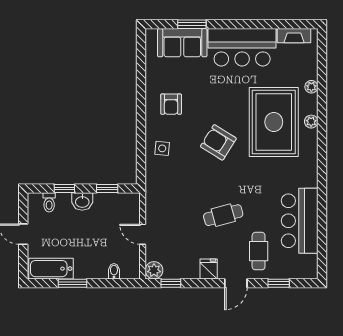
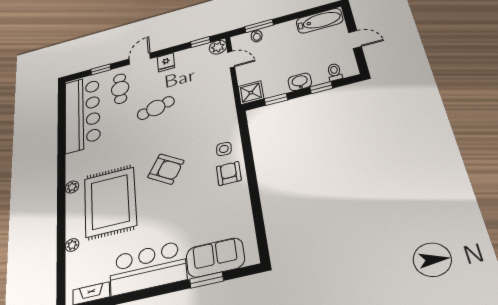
armchair: (171, 104) -> (229, 173), moved
plant: (311, 122) -> (72, 187), moved
shower: (129, 204) -> (251, 93), added
bar counter: (300, 221) -> (82, 113), width x1.36
door: (143, 234) -> (231, 59), moved
window: (72, 283) -> (259, 26), moved

